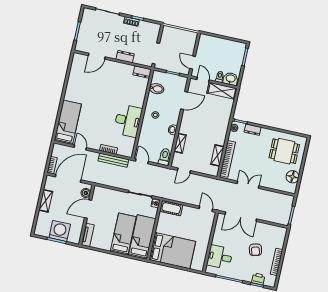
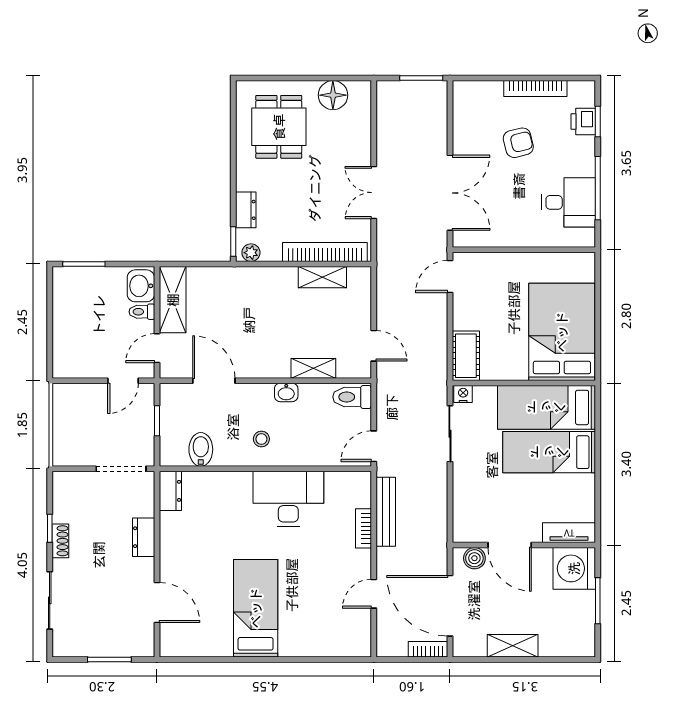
bed: (68, 122) -> (256, 608), moved, turned 90
washing machine: (60, 231) -> (574, 568), moved
desk: (220, 257) -> (569, 202), moved, turned -90

